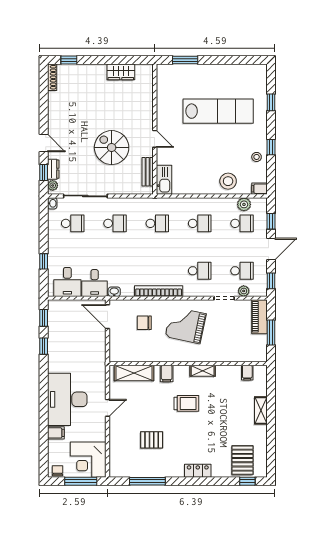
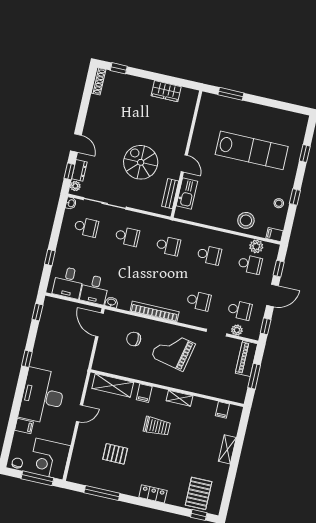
kitchen sink: (164, 180) -> (187, 193), moved
window: (44, 346) -> (27, 359), moved

